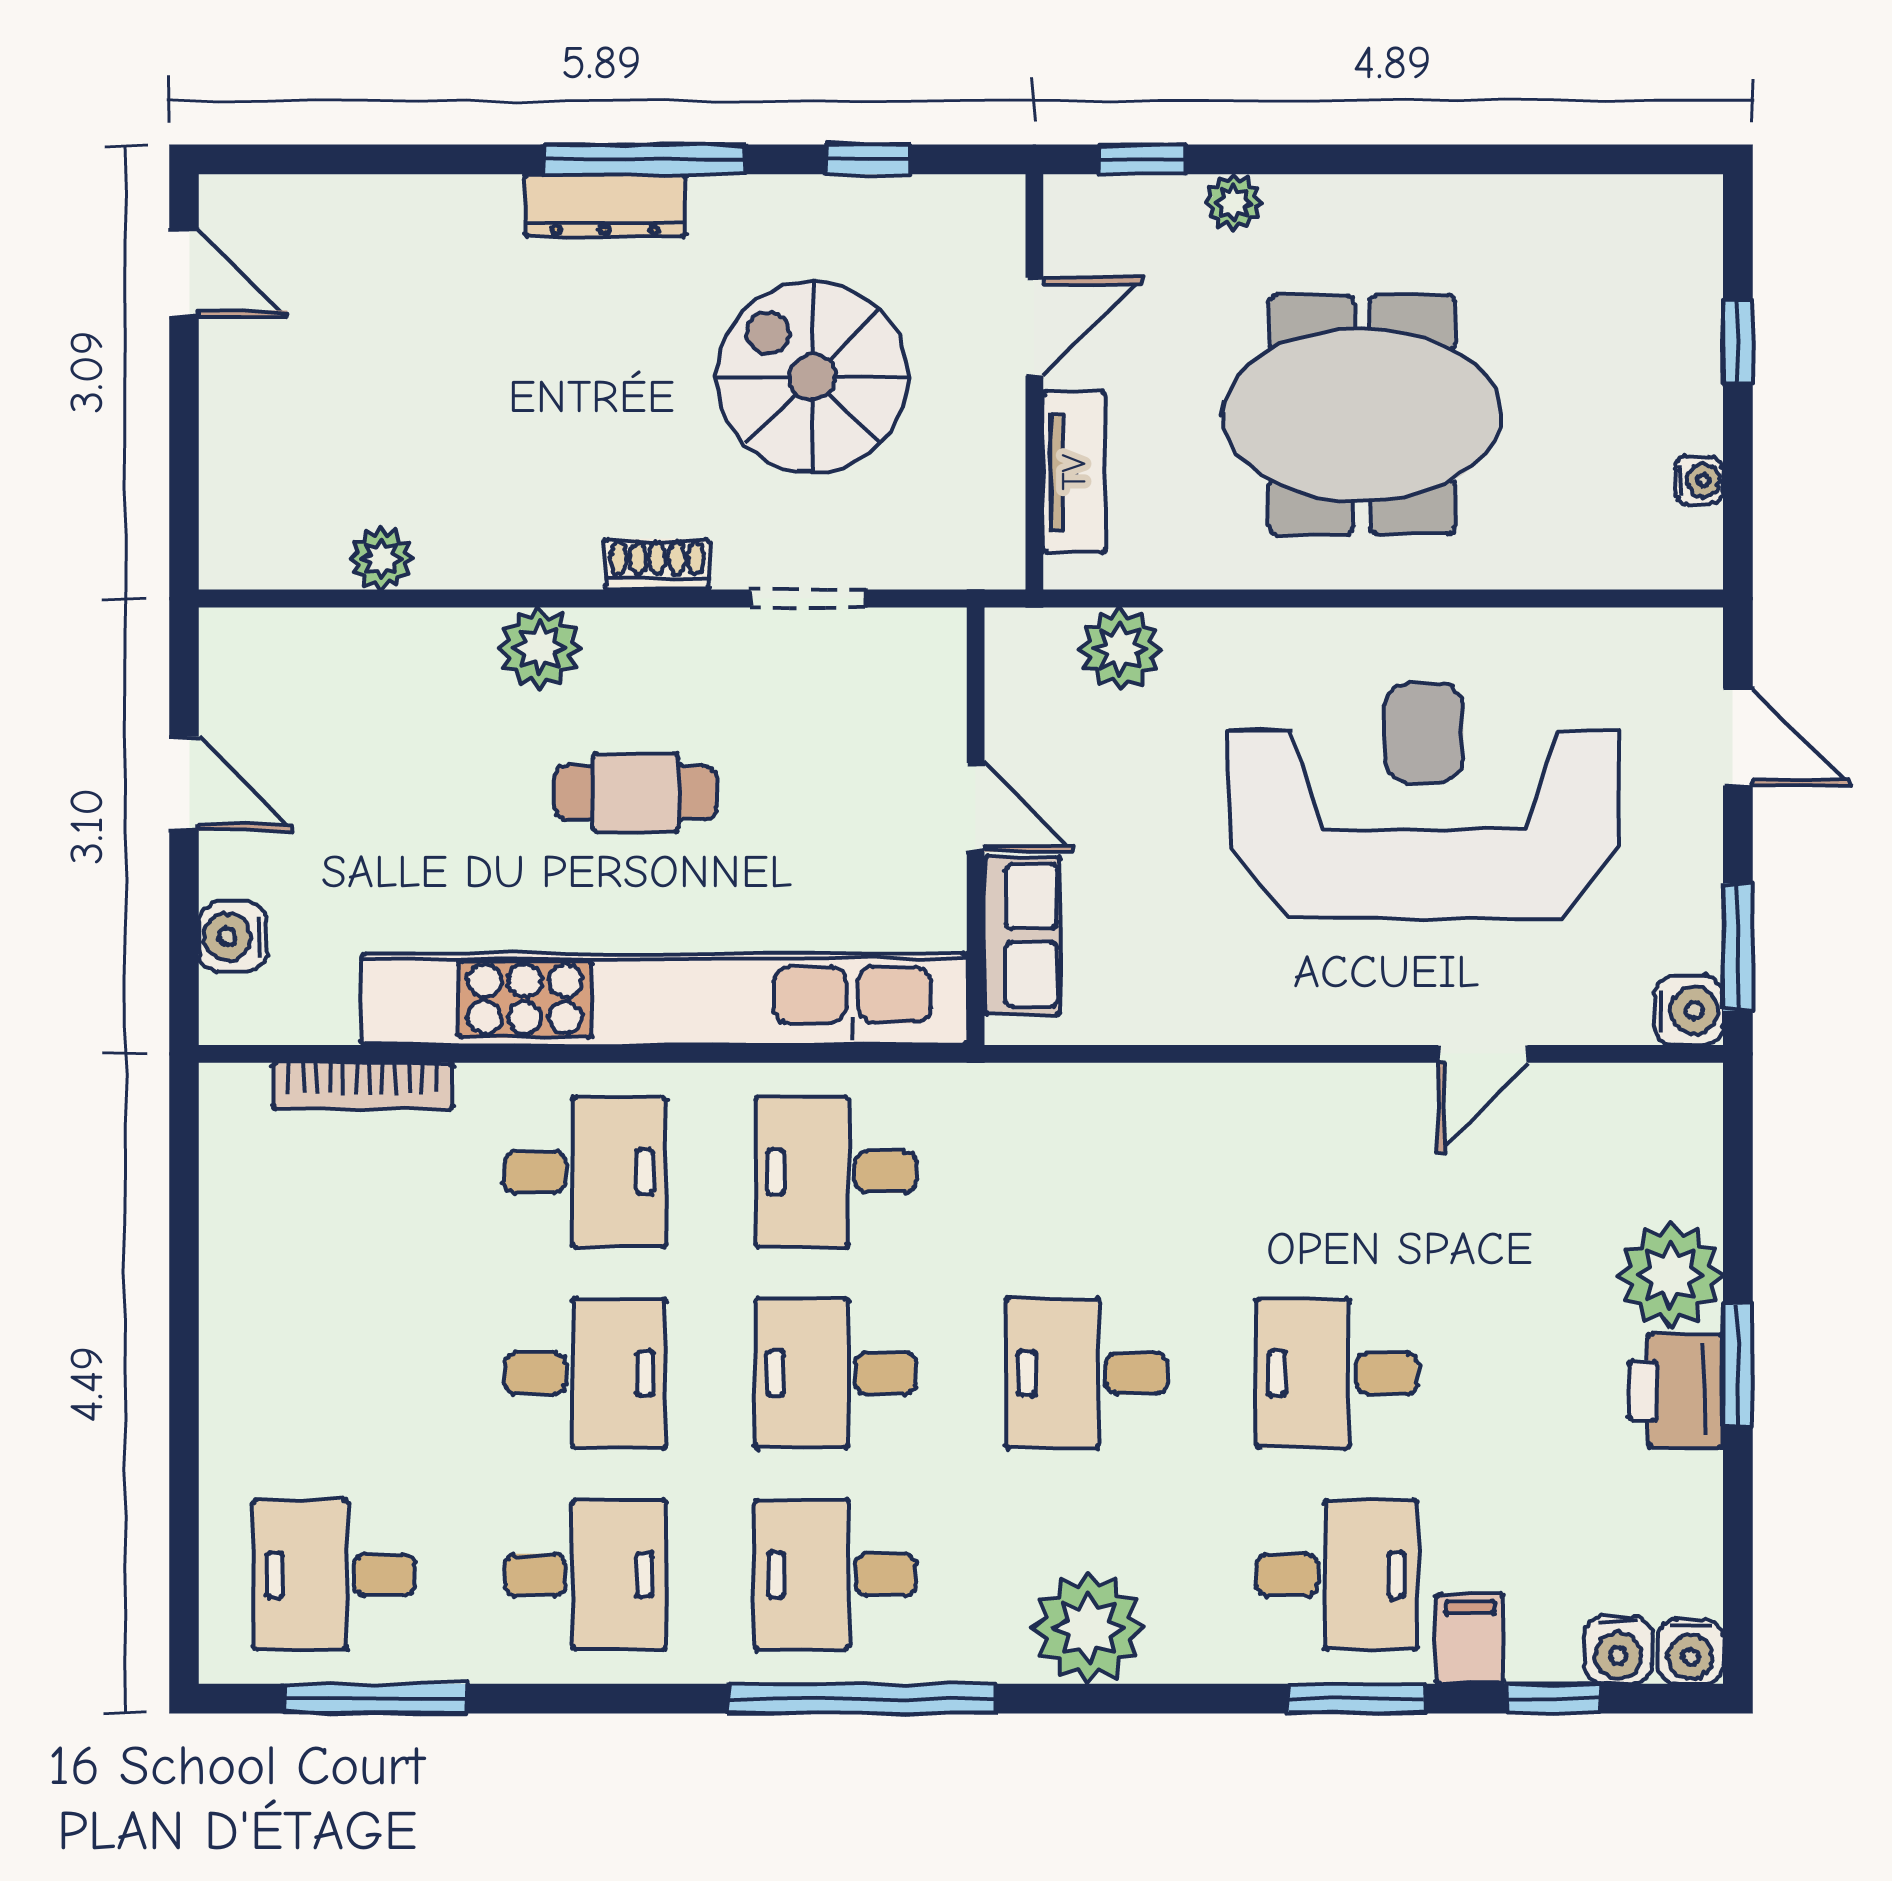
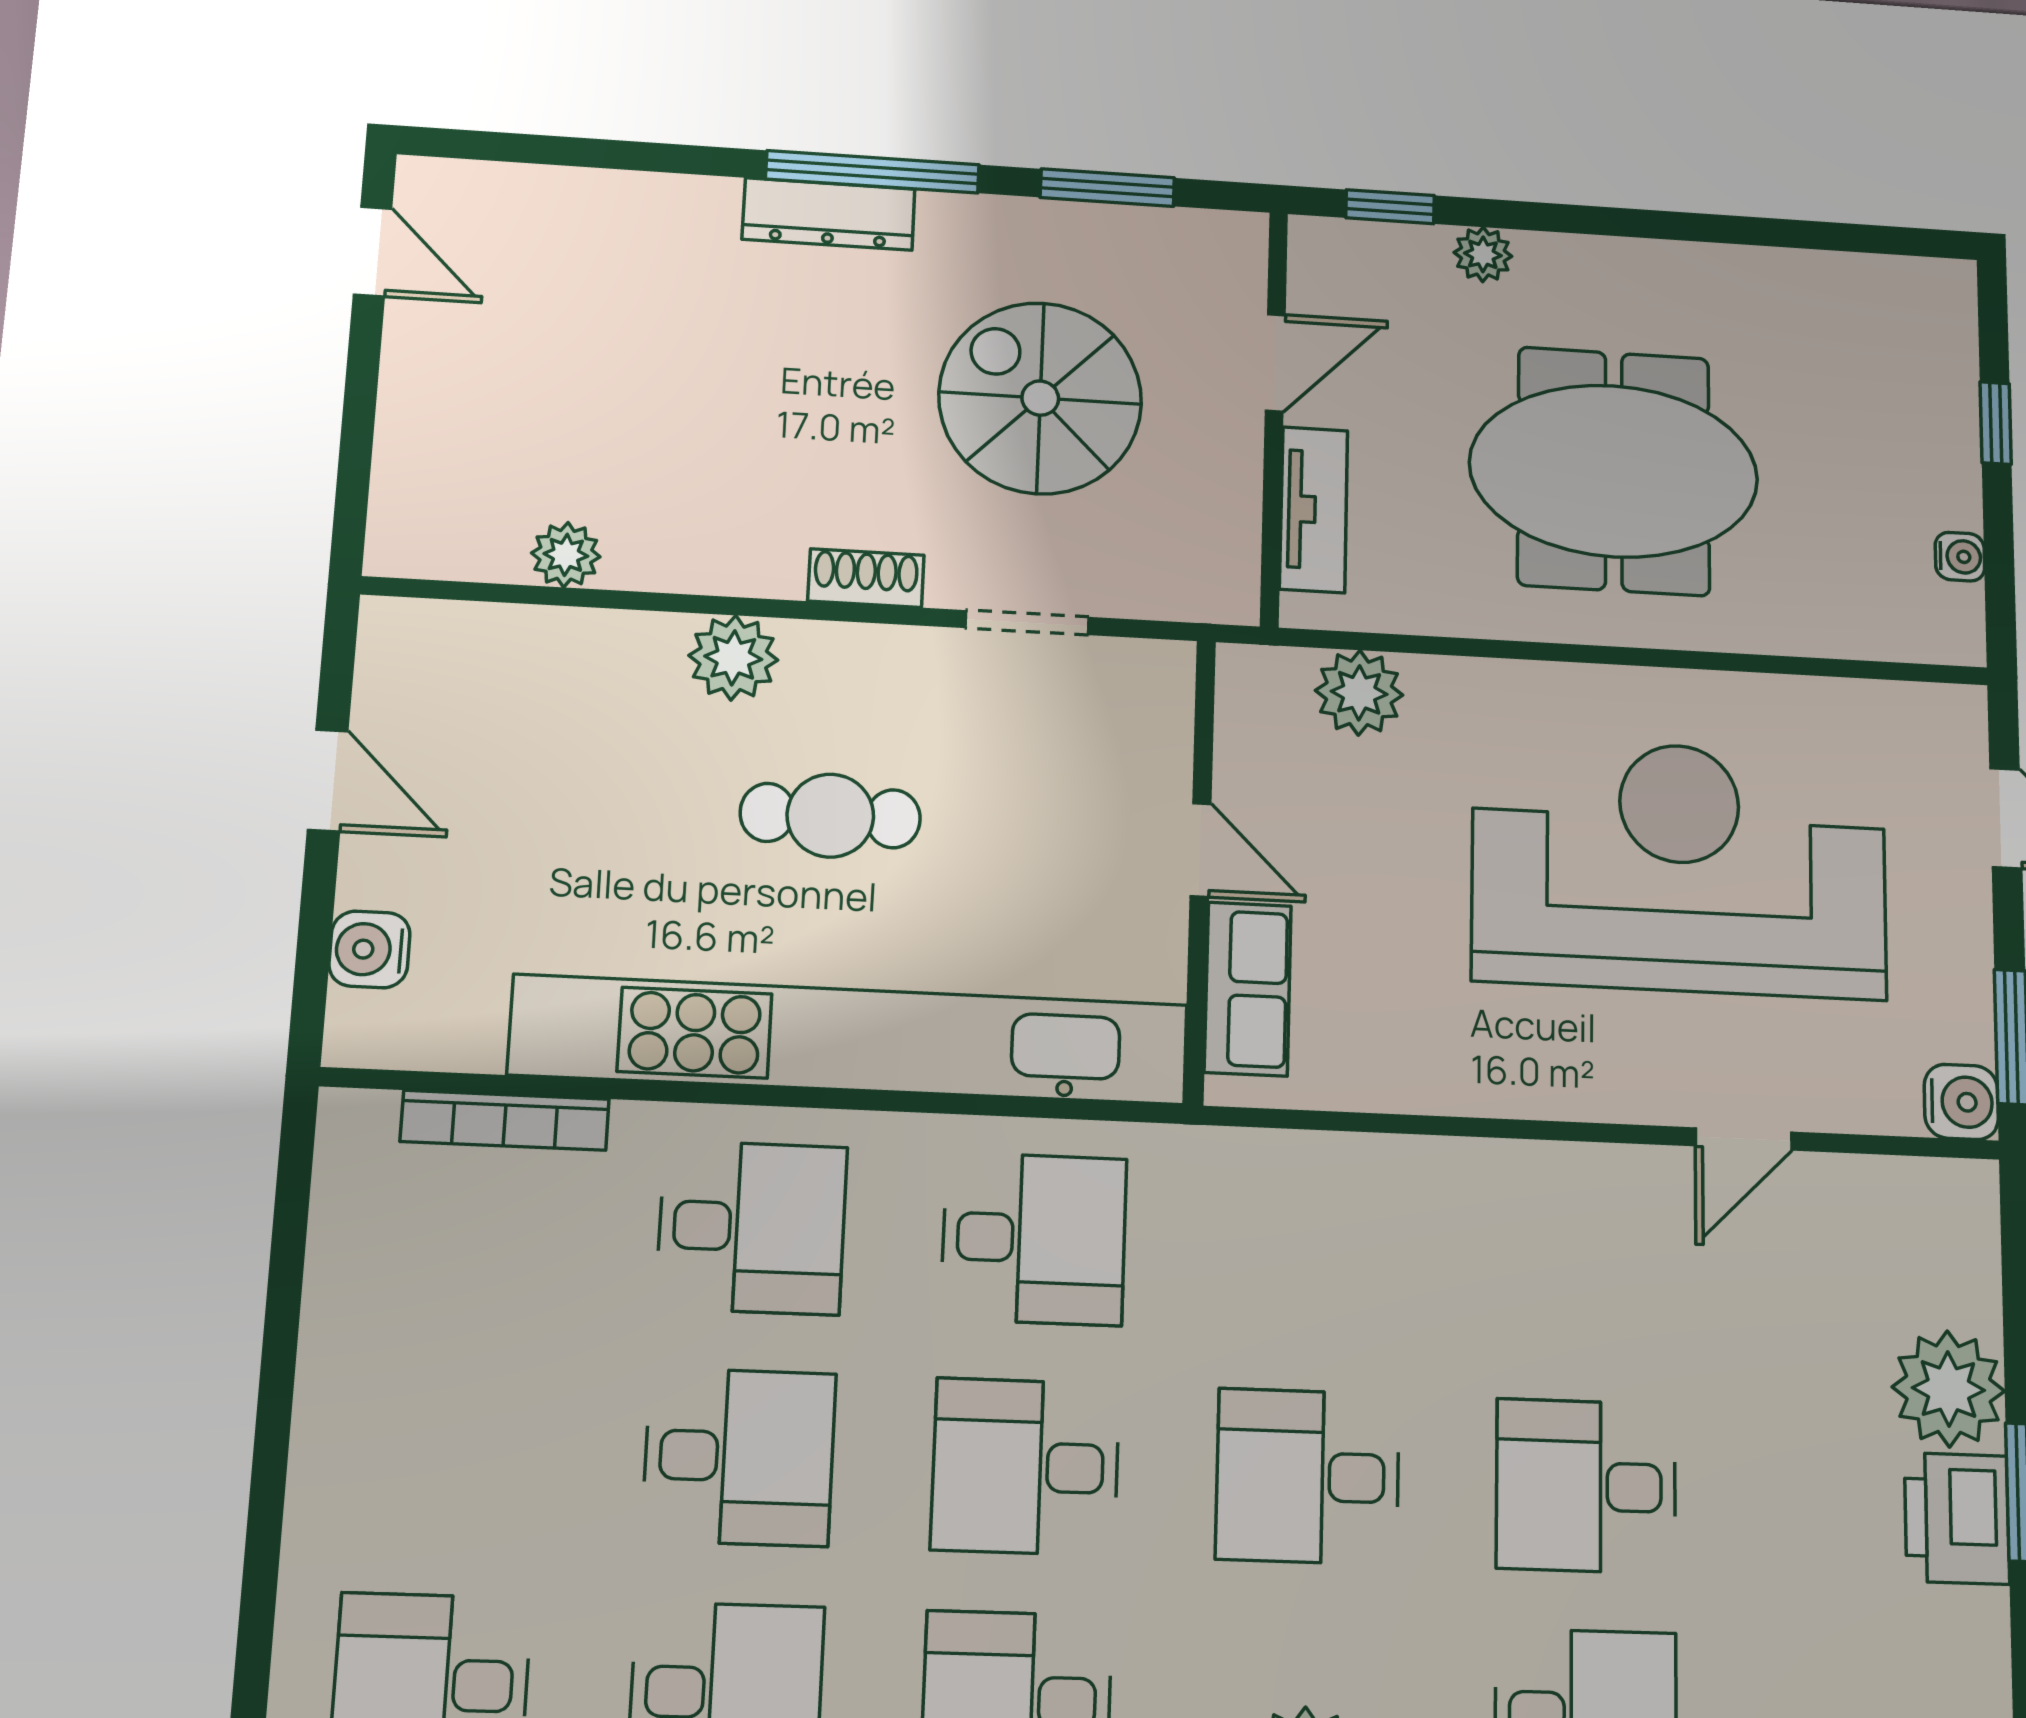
window: (869, 159) -> (1107, 188), width x1.50
desk: (836, 1172) -> (1034, 1239), turned 180

